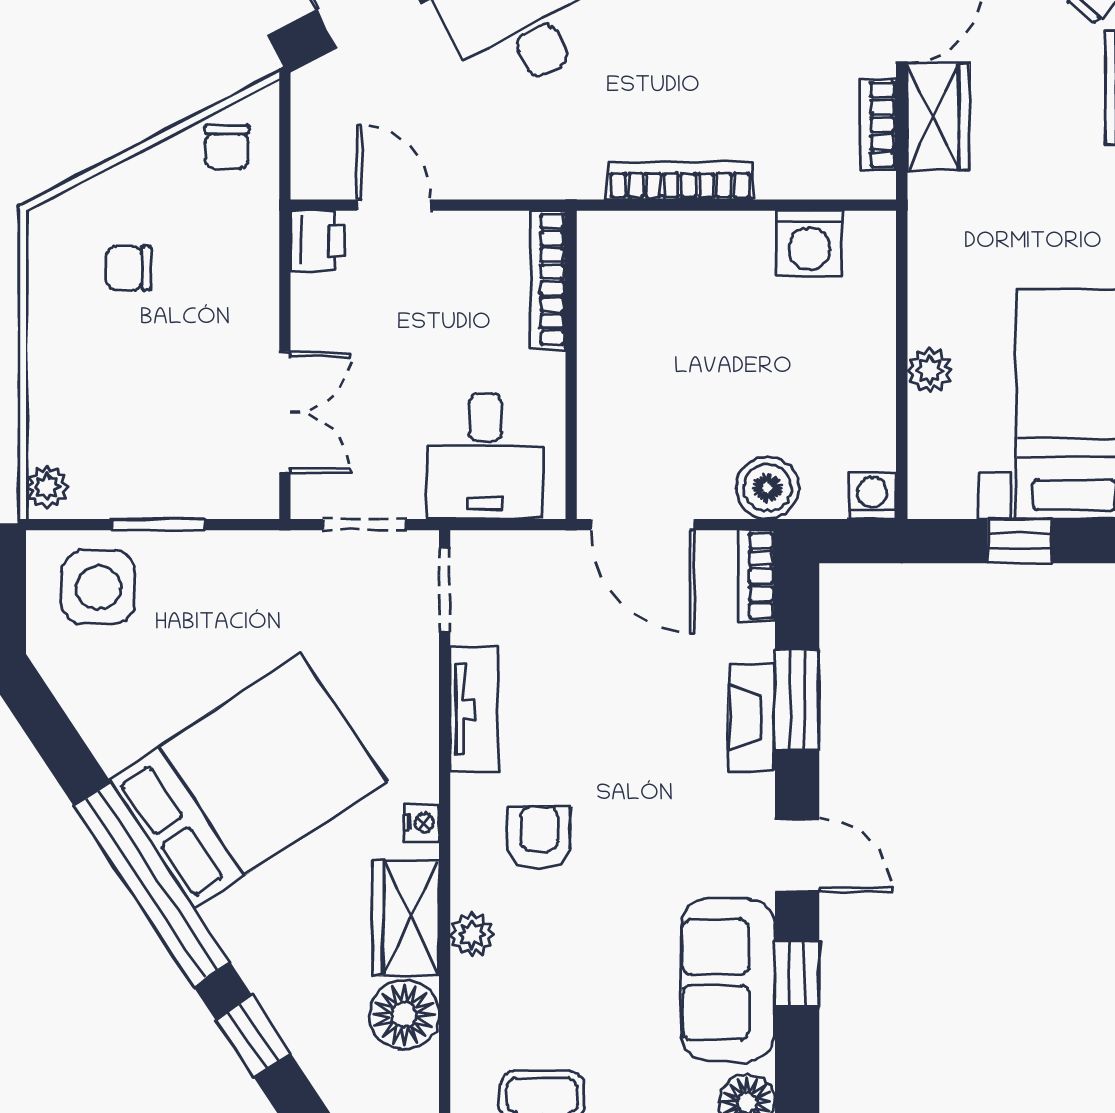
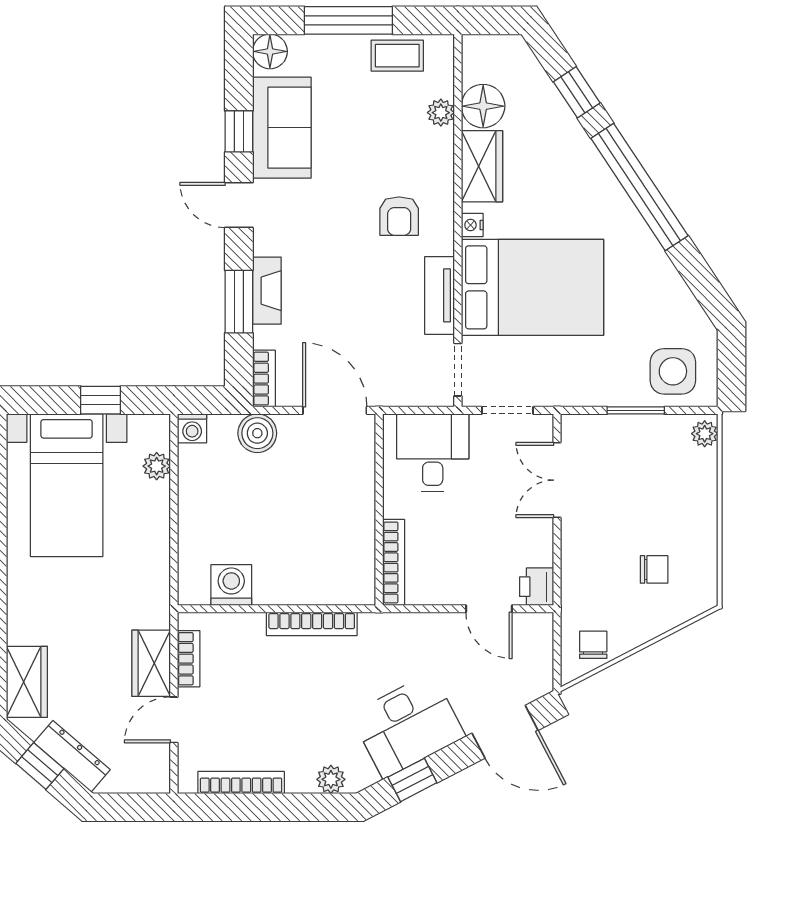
plant: (930, 370) -> (157, 466), moved
bed: (247, 781) -> (532, 287), moved, turned -146
plant: (472, 934) -> (441, 113), moved

